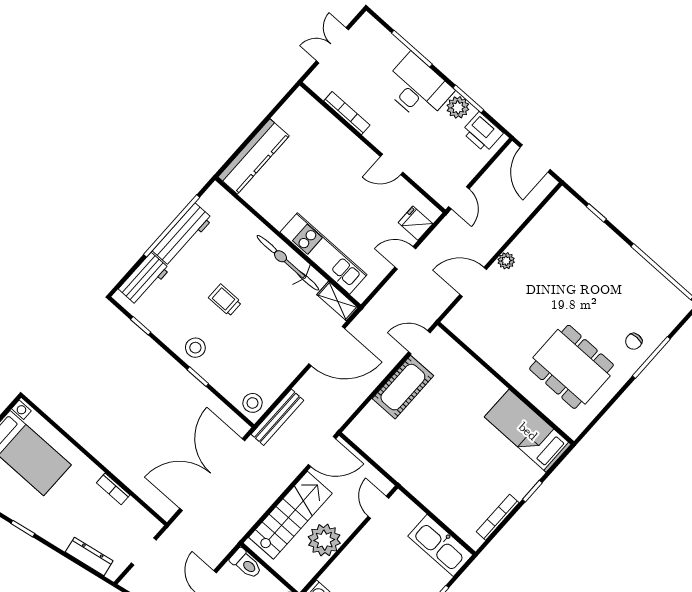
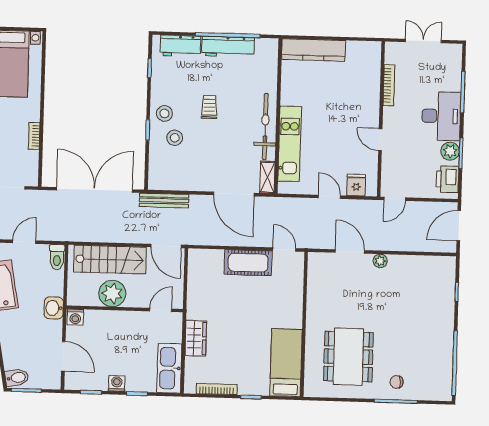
stool: (252, 403) -> (175, 138), moved
wardrobe: (433, 497) -> (196, 338), added

